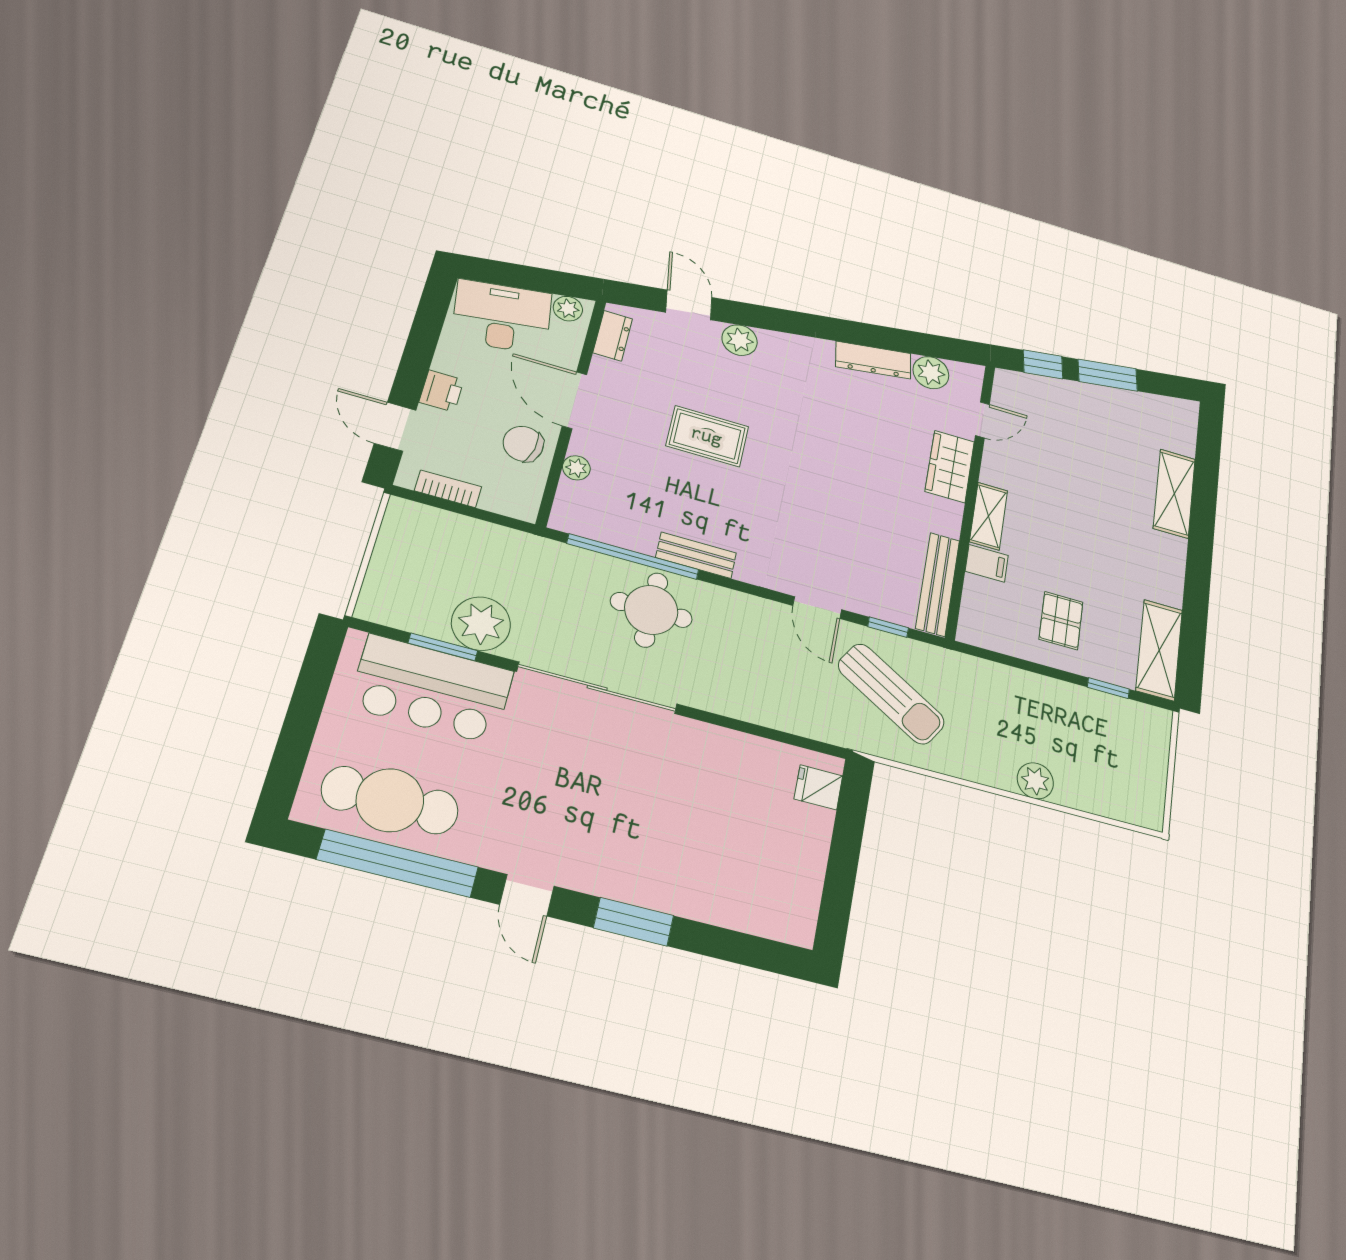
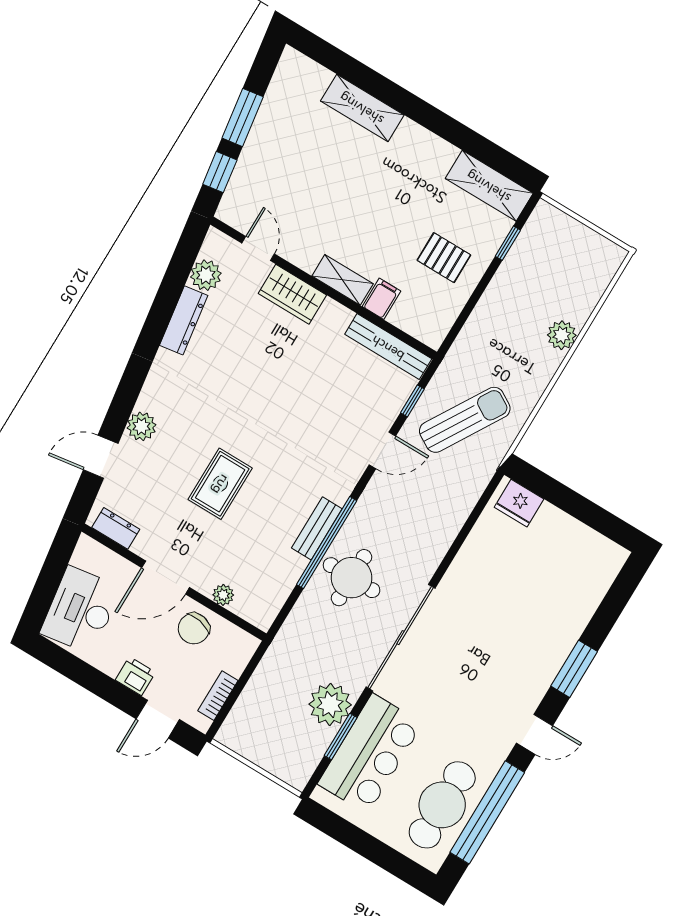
plant: (568, 309) -> (84, 556), removed
window: (633, 557) -> (327, 543), moved
fridge: (818, 787) -> (519, 503), width x1.38

